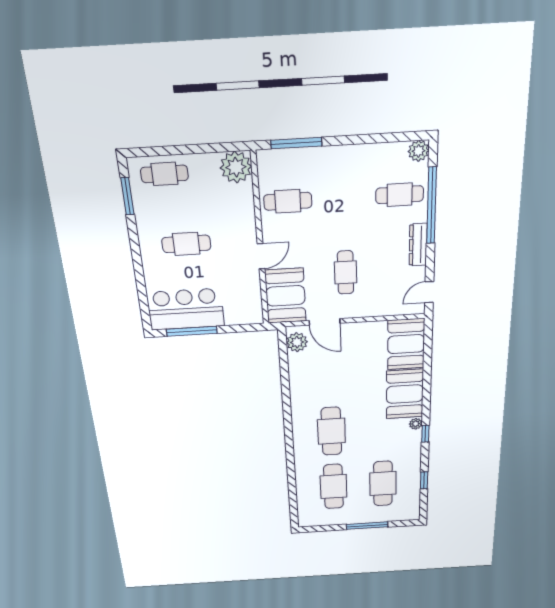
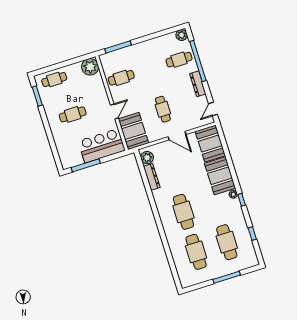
bar counter: (186, 309) -> (102, 146), moved
door: (324, 322) -> (177, 136), moved
dresser: (296, 372) -> (152, 177), added

